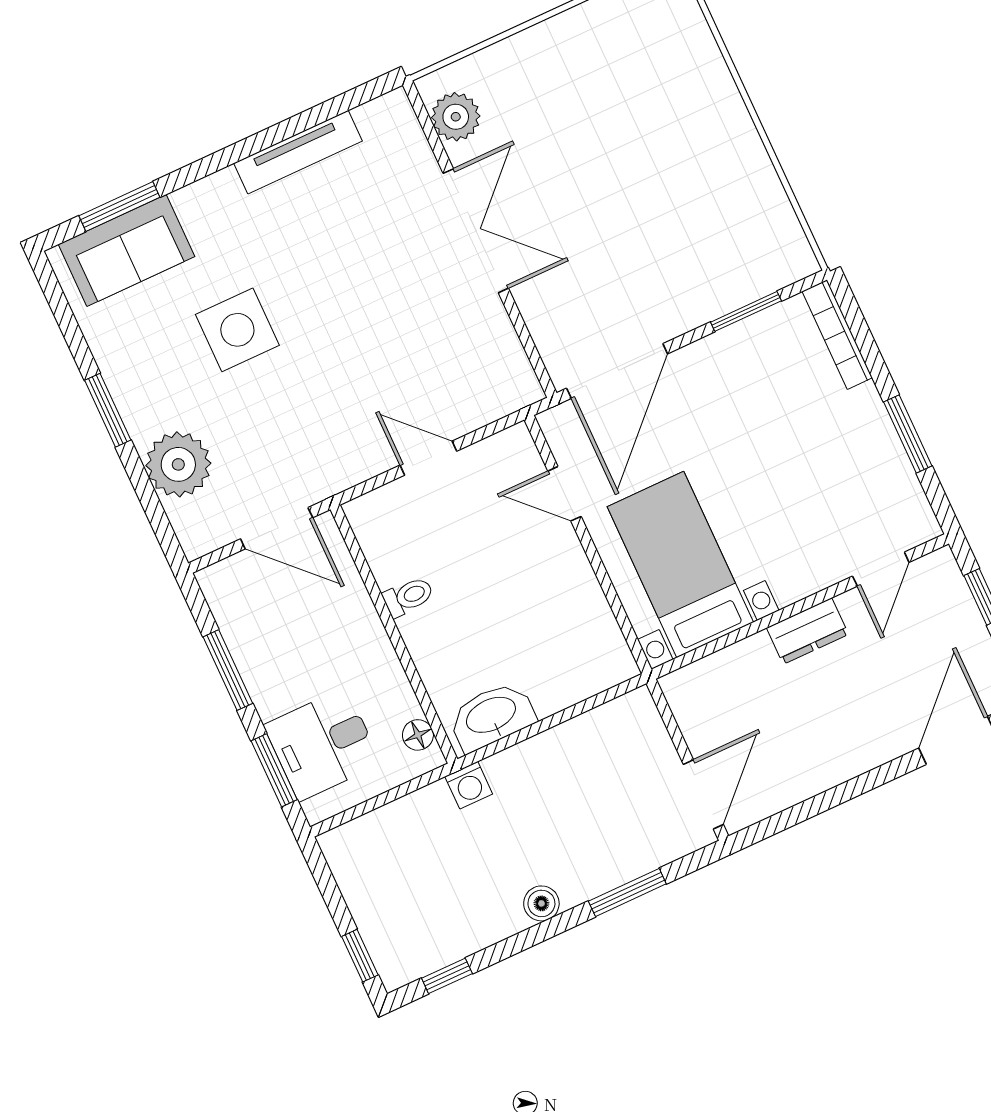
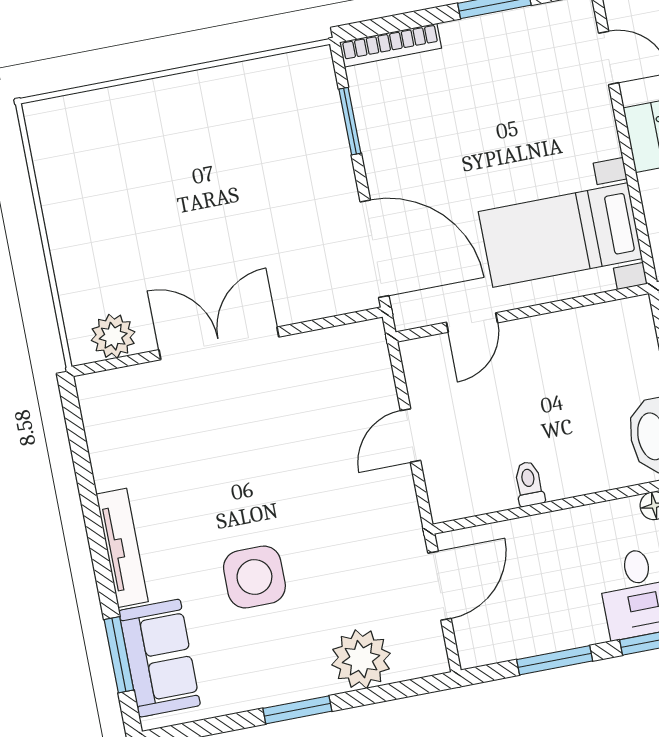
tv unit: (298, 152) -> (122, 548), moved

